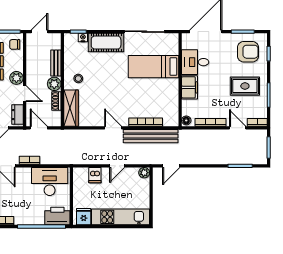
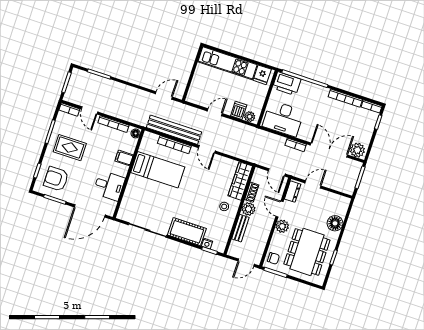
bed: (154, 67) -> (158, 170), moved
filing cabinet: (190, 87) -> (124, 158), width x0.50
plant: (144, 173) -> (250, 117), moved

